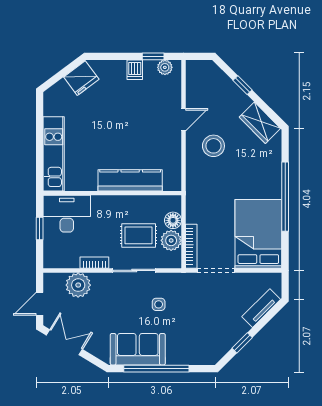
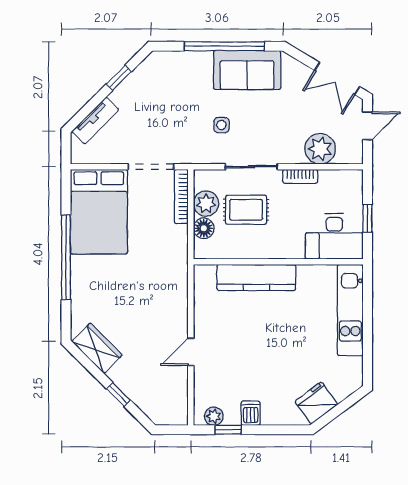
stool: (213, 146) -> (154, 320), removed

